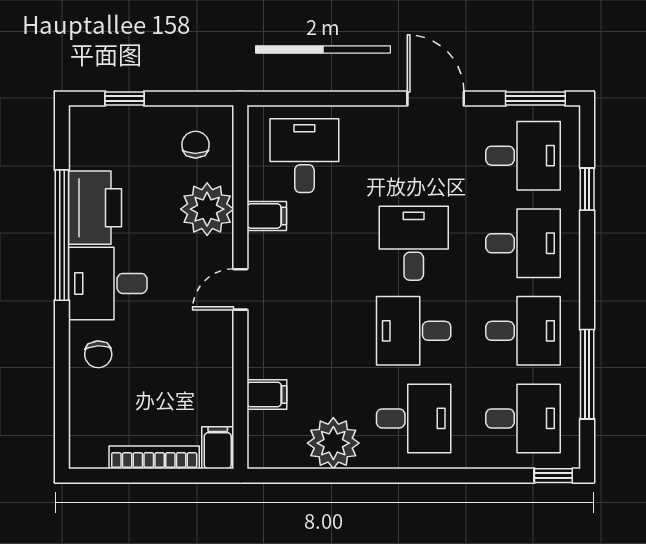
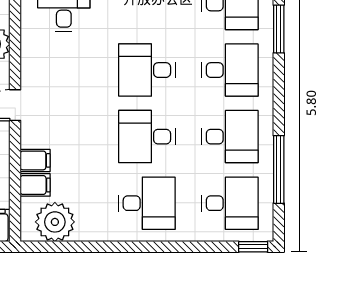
window: (587, 189) -> (279, 29), width x1.50
filing cabinet: (267, 216) -> (35, 160), moved
desk: (414, 243) -> (147, 70), turned -90
plant: (333, 443) -> (55, 222), moved

